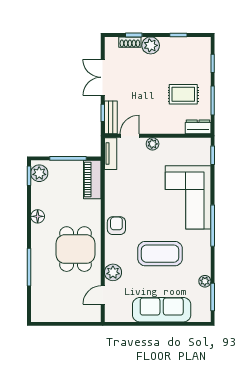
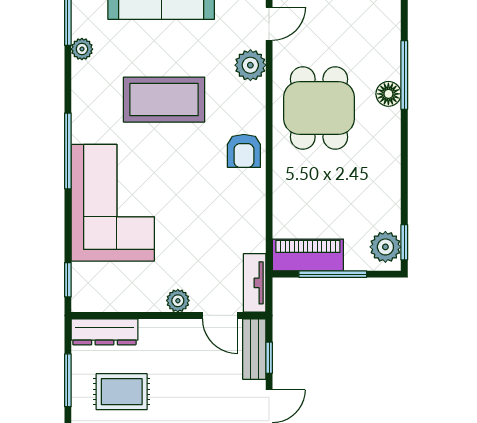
dresser: (198, 127) -> (104, 332), width x1.44
door: (130, 136) -> (220, 315), hinge flipped
piano: (92, 180) -> (308, 255), moved, turned -90
floor lamp: (38, 216) -> (388, 94), moved

